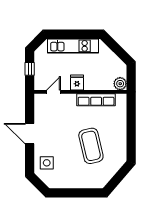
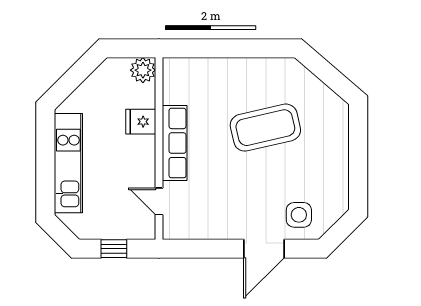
fridge: (77, 83) -> (141, 122), moved
row of seats: (96, 100) -> (175, 143), moved
door: (30, 134) -> (264, 249), moved

